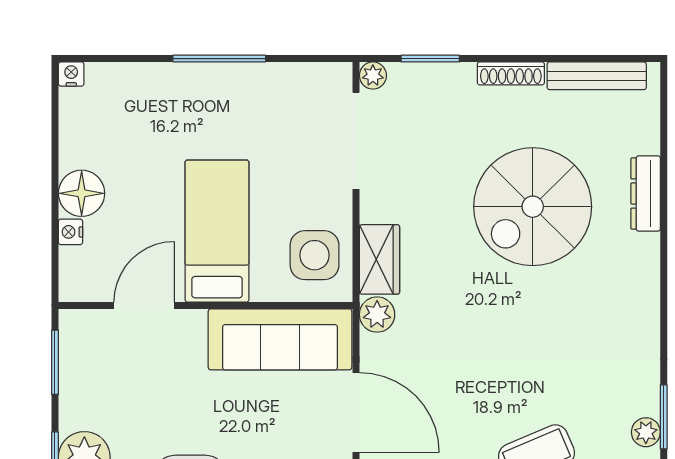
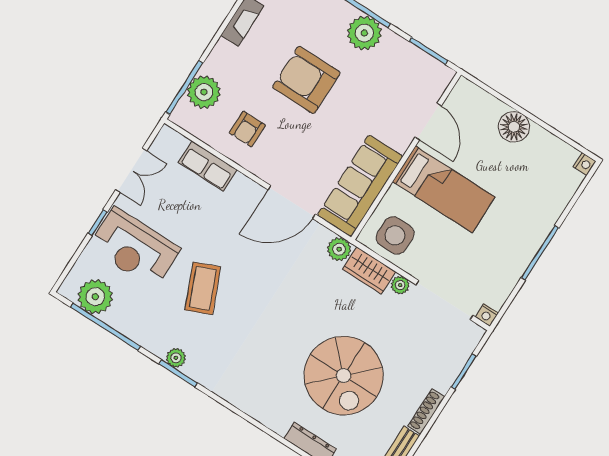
plant: (373, 75) -> (400, 285), moved
spiral stairs: (533, 207) -> (344, 376), turned 180
nightstand: (70, 232) -> (487, 315), moved, turned 180

